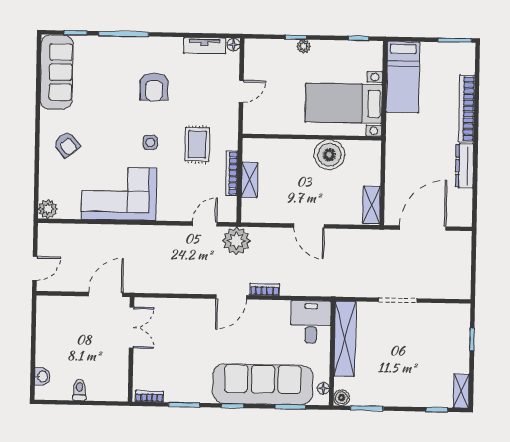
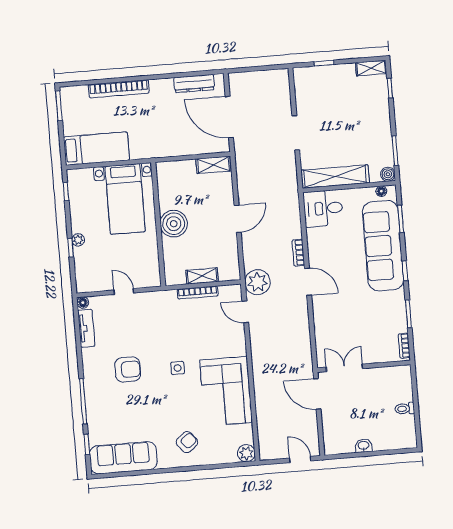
rug: (197, 144) -> (175, 326), removed
boiler: (329, 155) -> (174, 224), moved
dresser: (464, 166) -> (194, 84), moved
washbasin: (42, 376) -> (364, 446), moved

